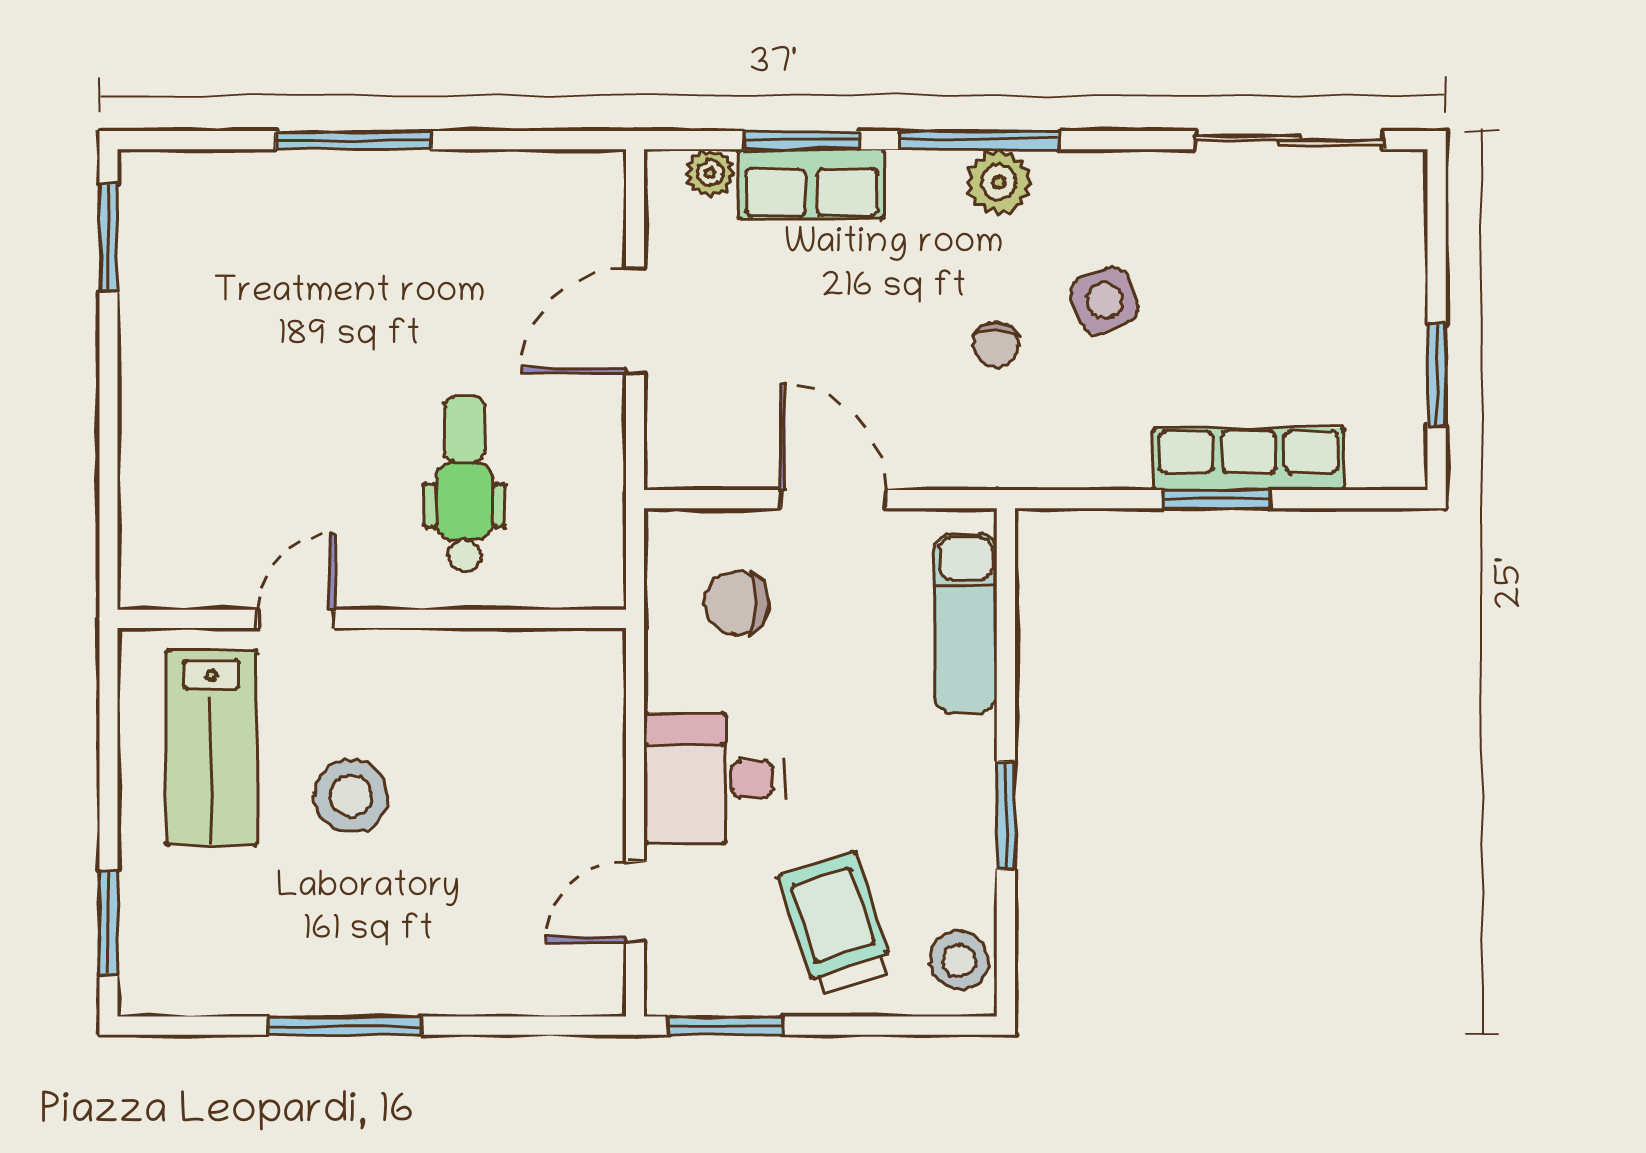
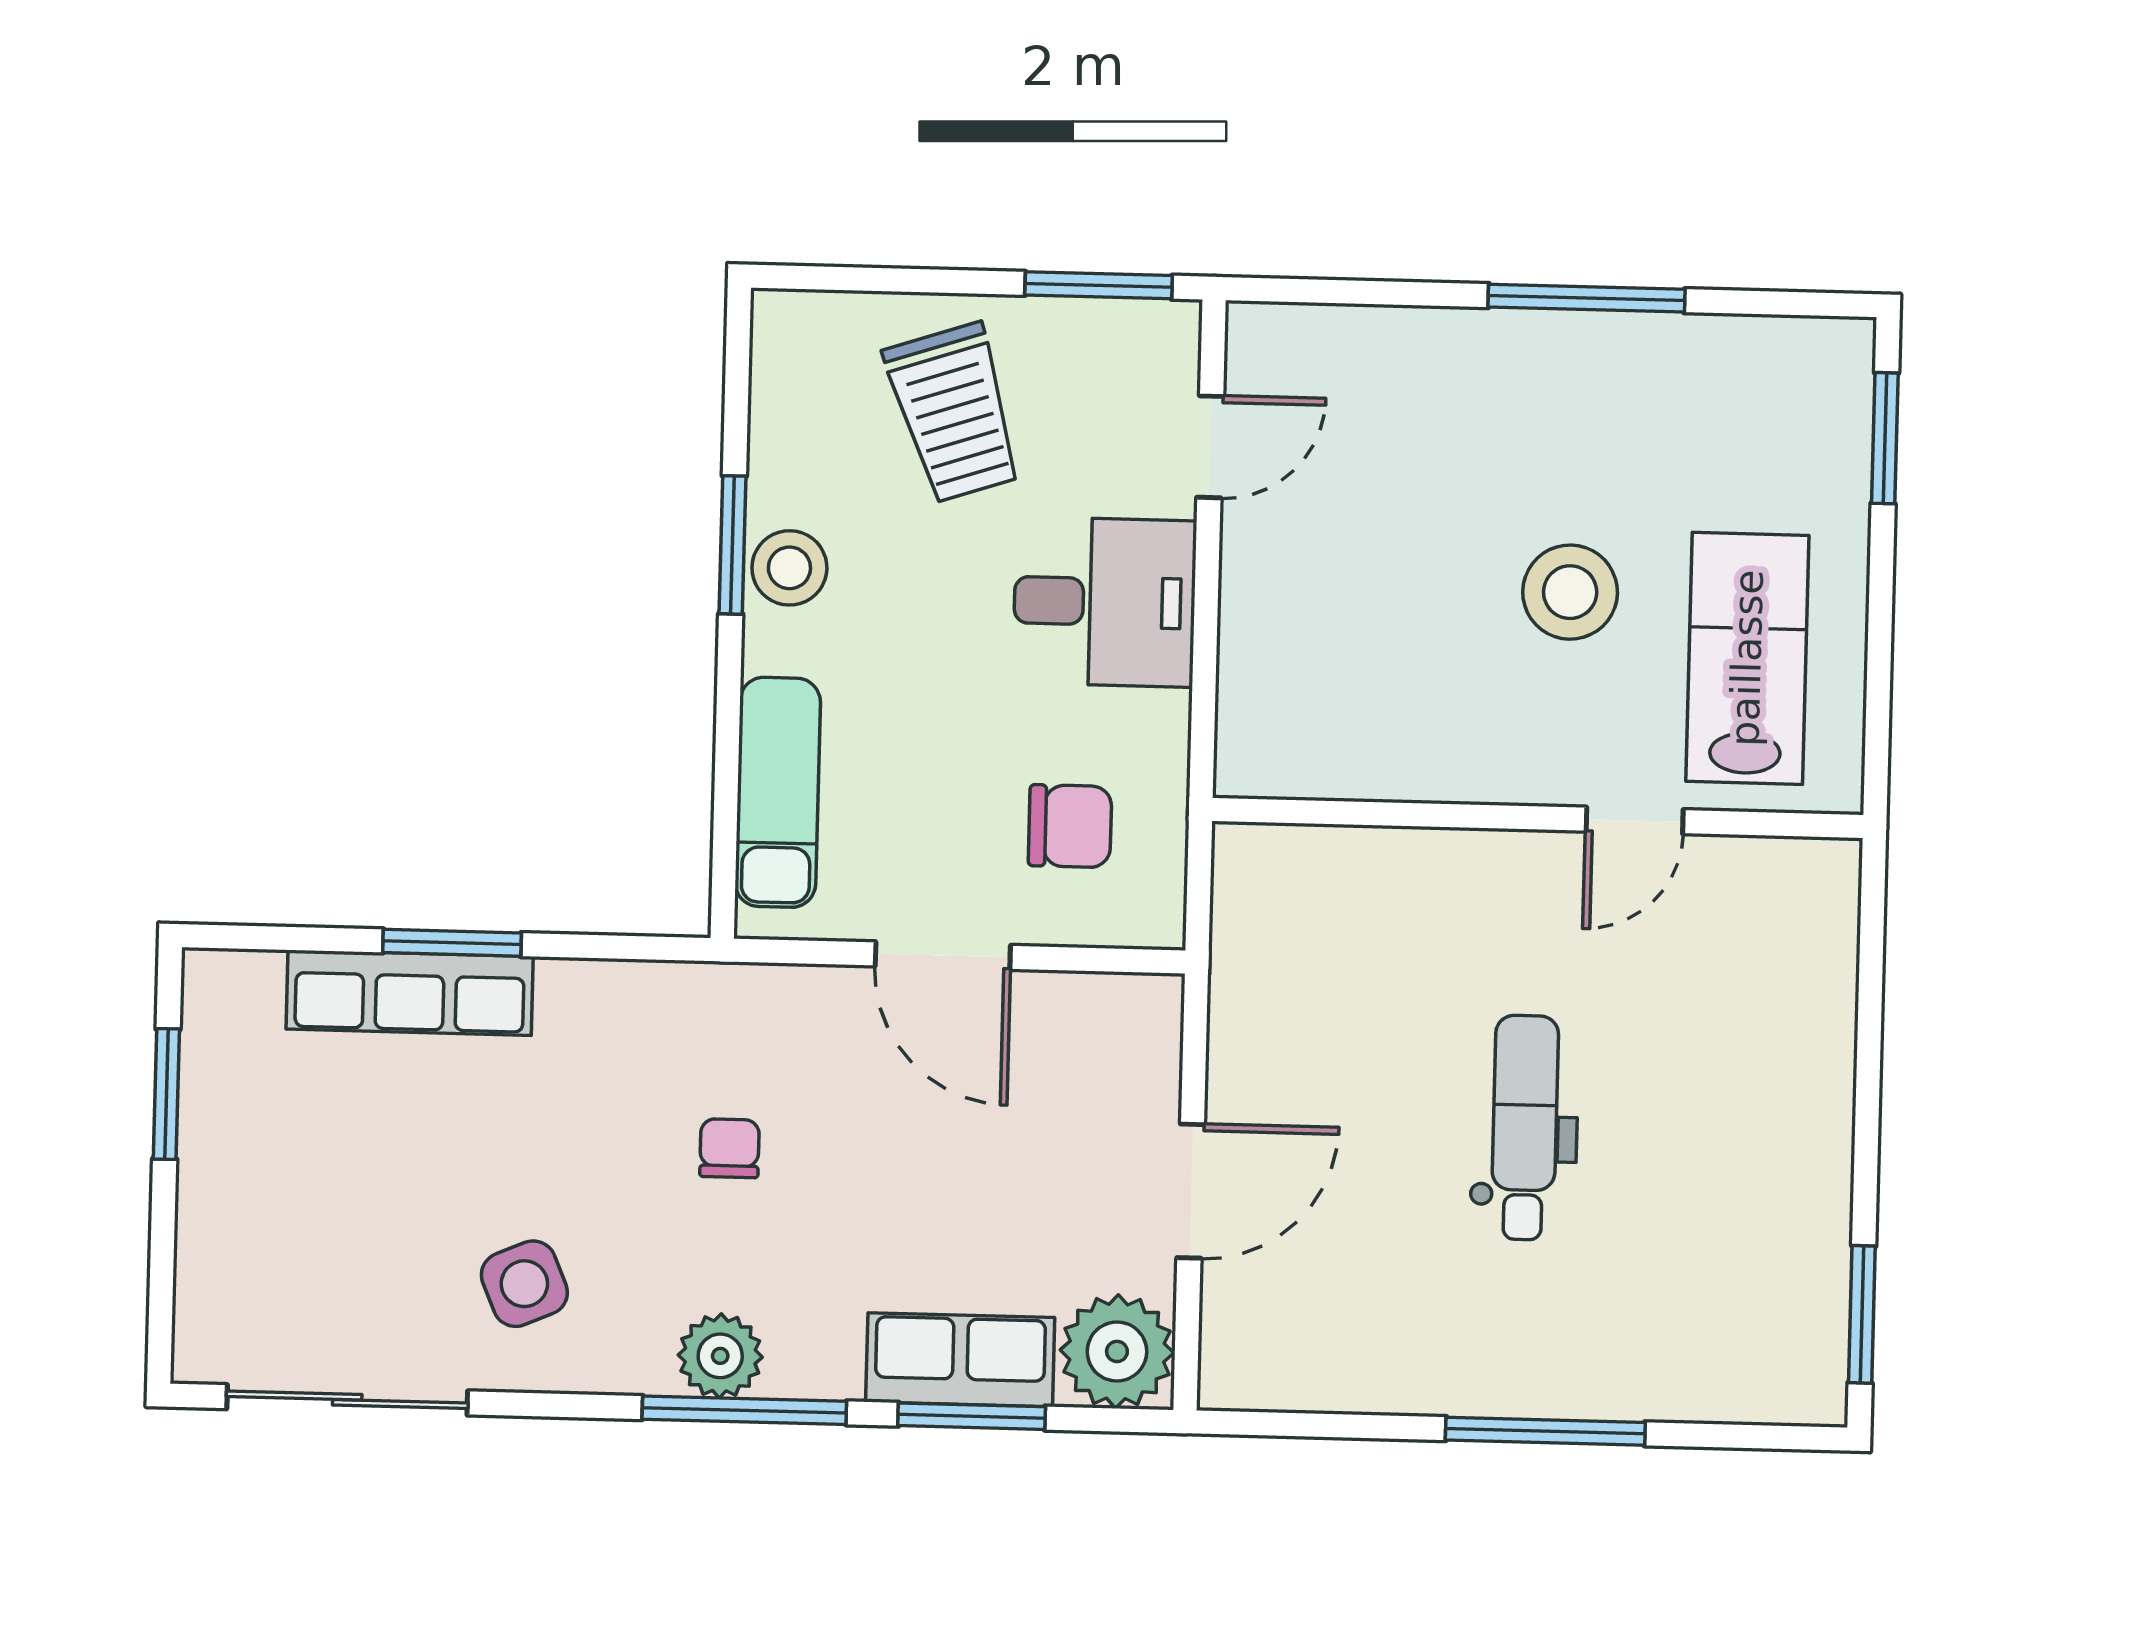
plant: (710, 173) -> (1117, 1351), width x1.88, depth x1.88
side table: (1104, 301) -> (524, 1284), moved
dental chair: (464, 483) -> (1525, 1128), moved, turned 180
stool: (959, 960) -> (789, 568), moved

